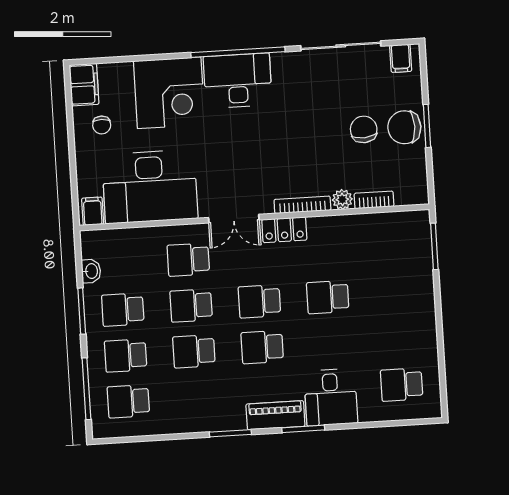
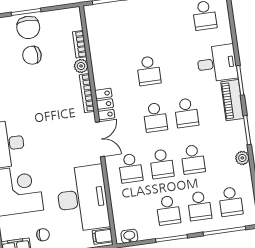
washbasin: (91, 271) -> (129, 236), moved
plant: (190, 423) -> (242, 158), added

